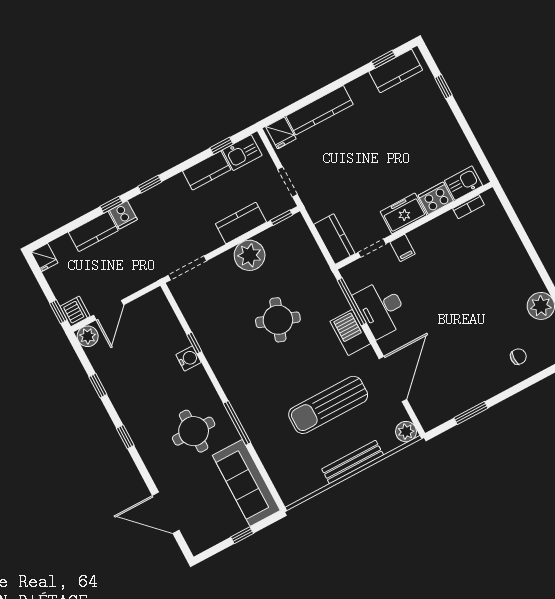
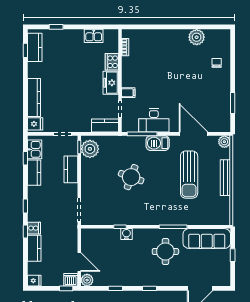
kitchen sink: (463, 183) -> (94, 36), moved, turned -90
plant: (250, 255) -> (90, 149), moved

